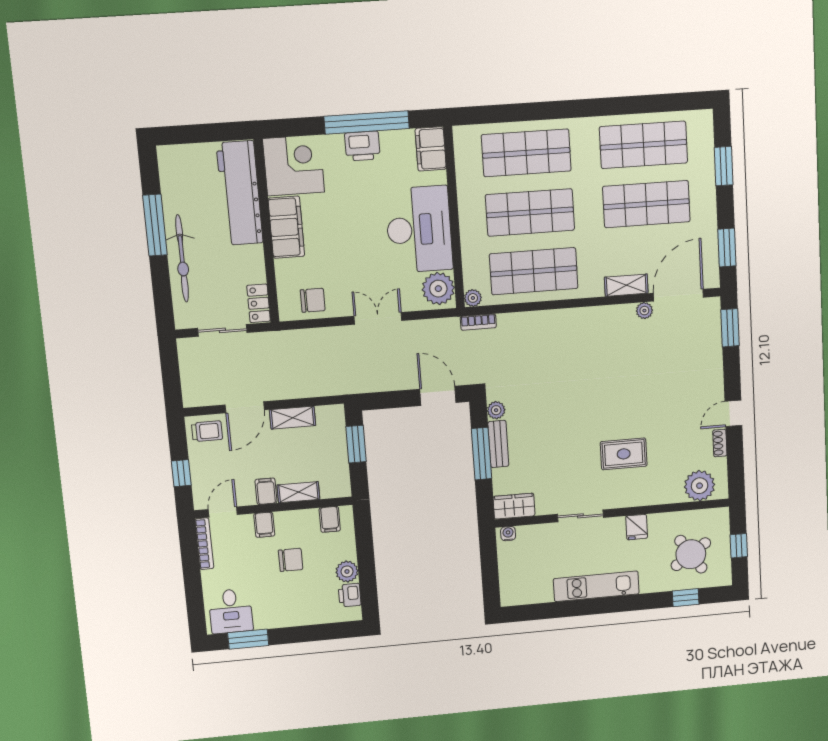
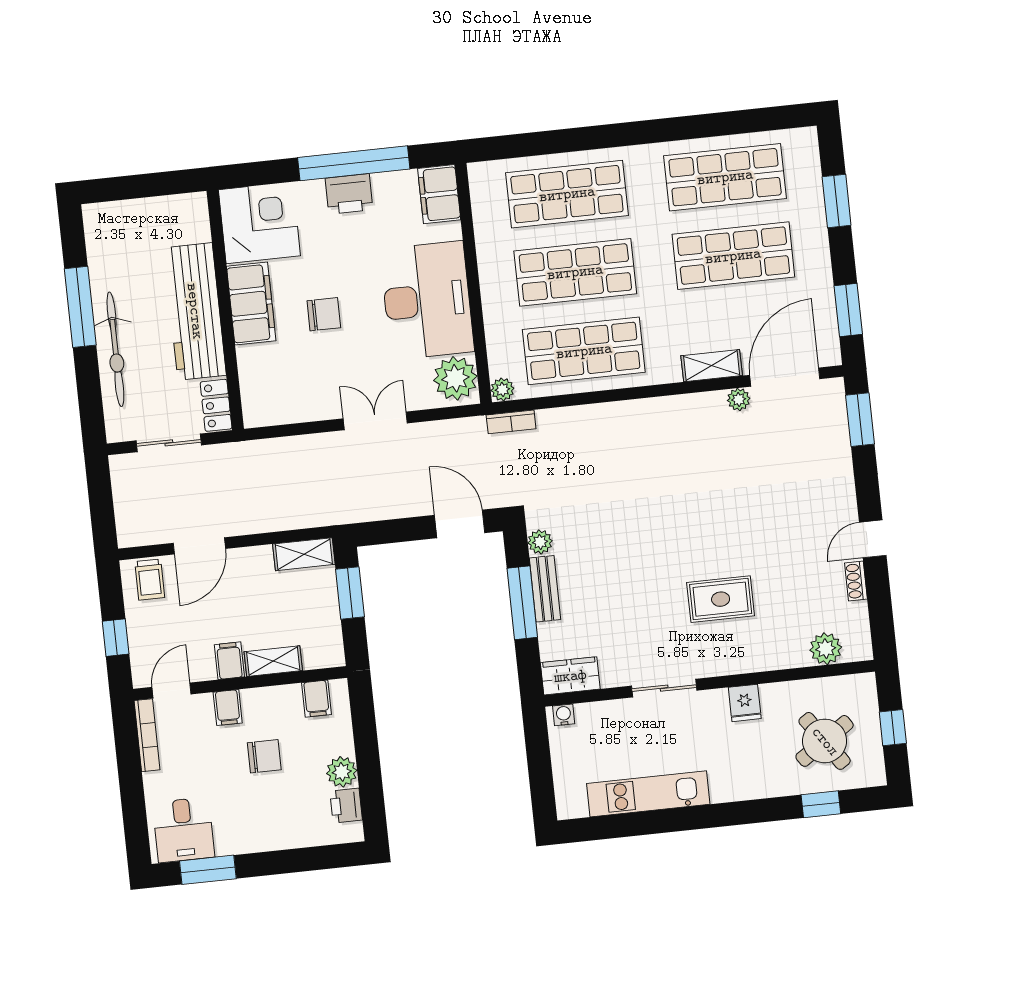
workbench: (240, 193) -> (195, 311), moved
chair: (313, 300) -> (324, 314), moved
shelving: (293, 418) -> (304, 554), moved
trolley: (207, 431) -> (150, 580), turned 90
plant: (700, 486) -> (826, 649), width x0.73, depth x0.73
kitchen unit: (596, 586) -> (648, 794), moved

